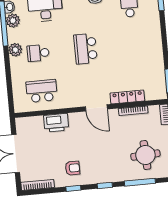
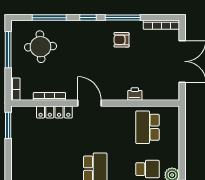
school desk: (42, 91) -> (147, 127), turned 90
printer: (56, 123) -> (135, 94), width x0.53, depth x0.68
window: (73, 188) -> (123, 18), width x2.17

